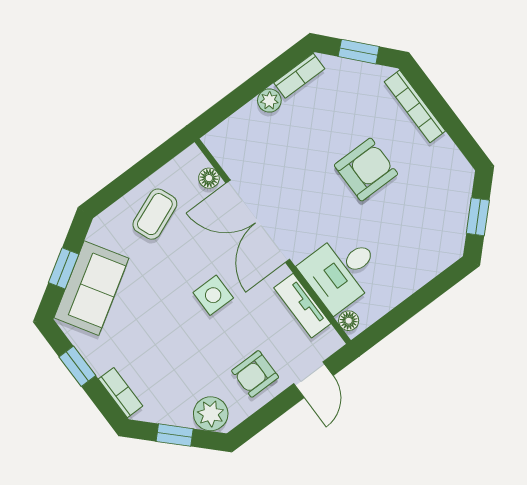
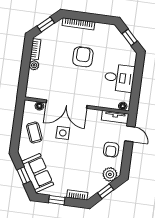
desk: (342, 271) -> (119, 78), moved, turned -90
side table: (213, 295) -> (63, 133), moved
tv unit: (302, 306) -> (115, 117), moved

